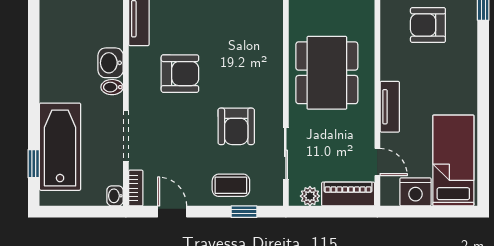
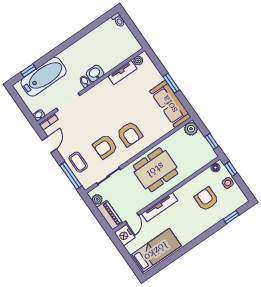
armchair: (180, 74) -> (130, 134), moved
tv unit: (390, 107) -> (160, 207), width x1.41
nightstand: (415, 192) -> (125, 235), moved
window: (244, 212) -> (71, 176), width x2.17

